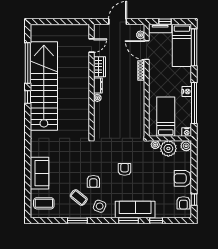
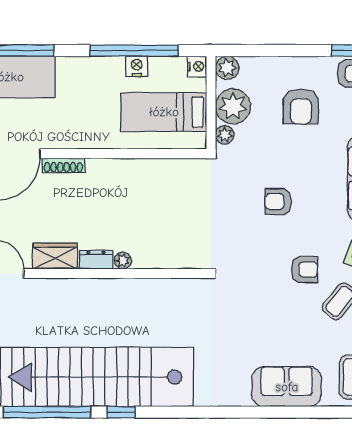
nightstand: (187, 91) -> (137, 66), moved
armchair: (182, 178) -> (301, 106), moved

